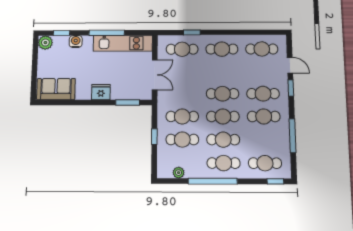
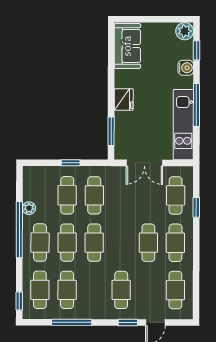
cafe table: (223, 94) -> (148, 243), moved
cafe table: (264, 116) -> (67, 290), moved
plant: (179, 173) -> (29, 208), moved

